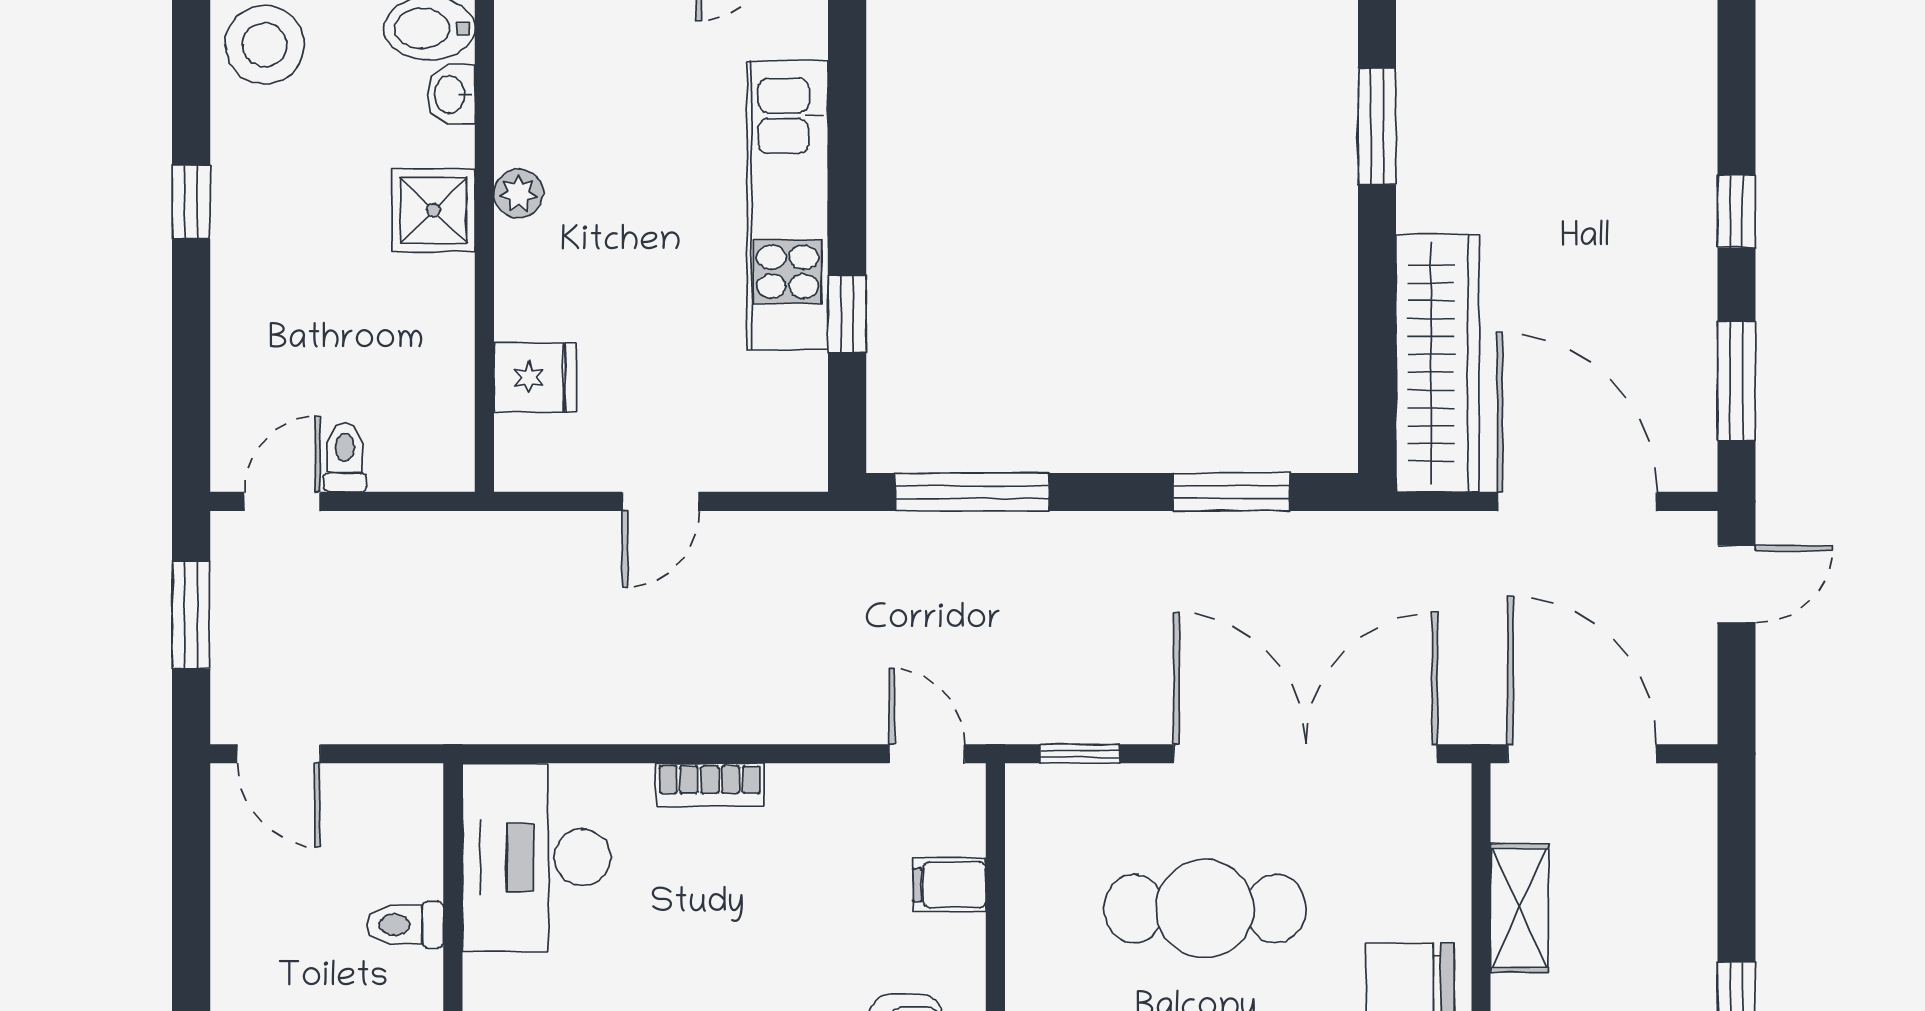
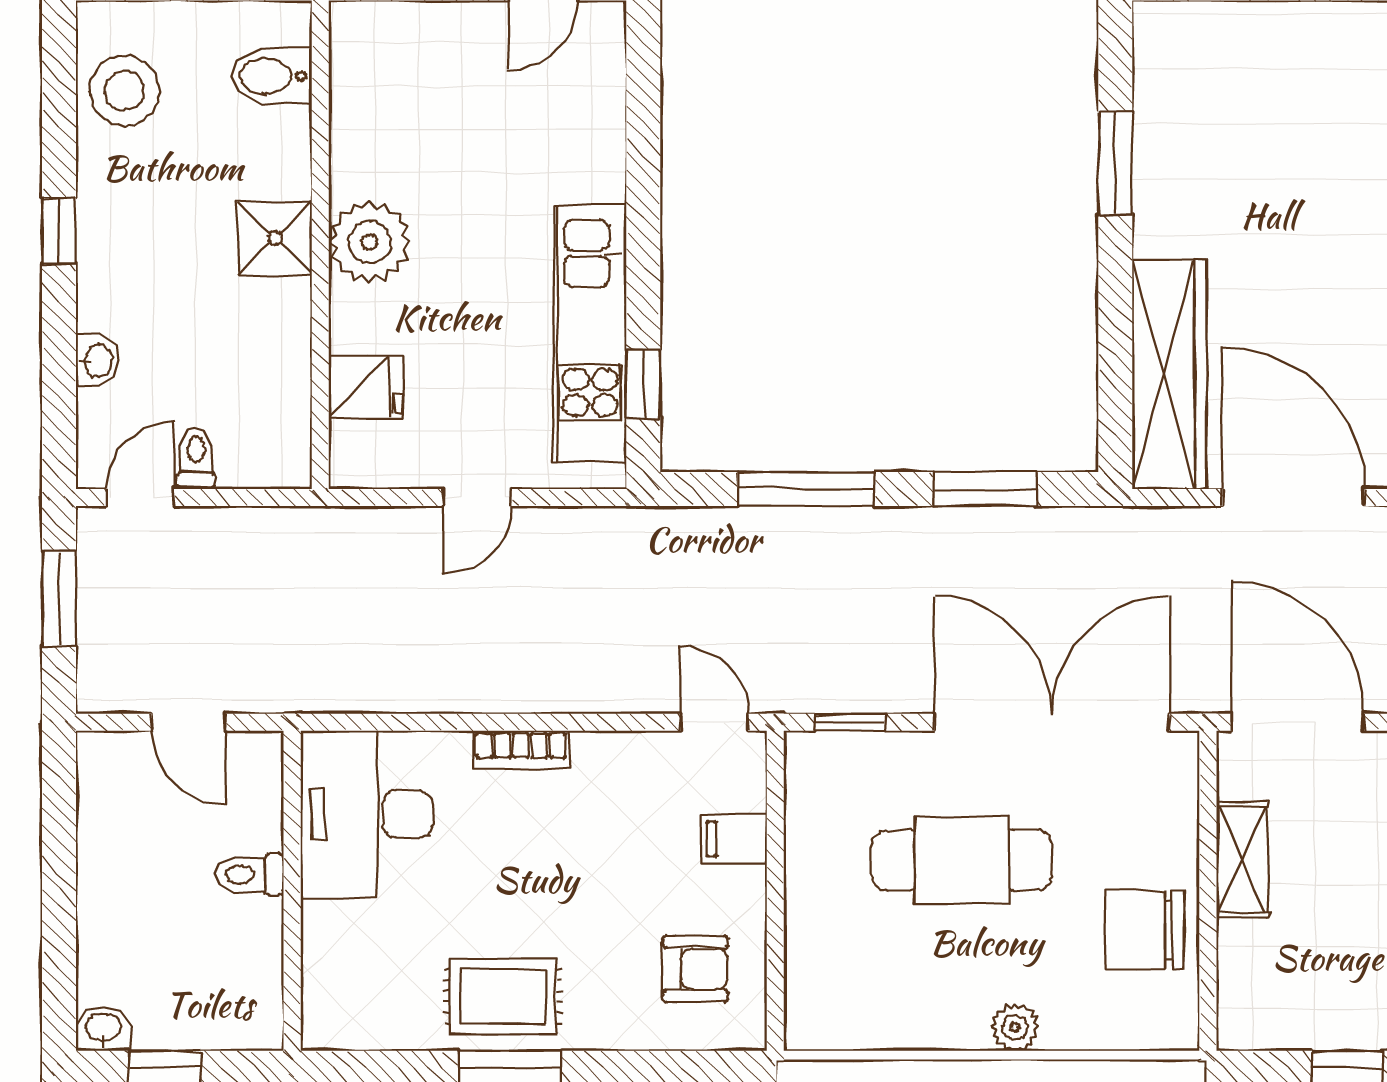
washbasin: (451, 94) -> (97, 361), moved, turned 180
plant: (518, 193) -> (370, 242), width x1.87, depth x1.87
kitchen unit: (788, 205) -> (590, 333), moved
window: (847, 314) -> (643, 384), moved
window: (972, 492) -> (806, 489), moved
door: (279, 754) -> (189, 722), moved

